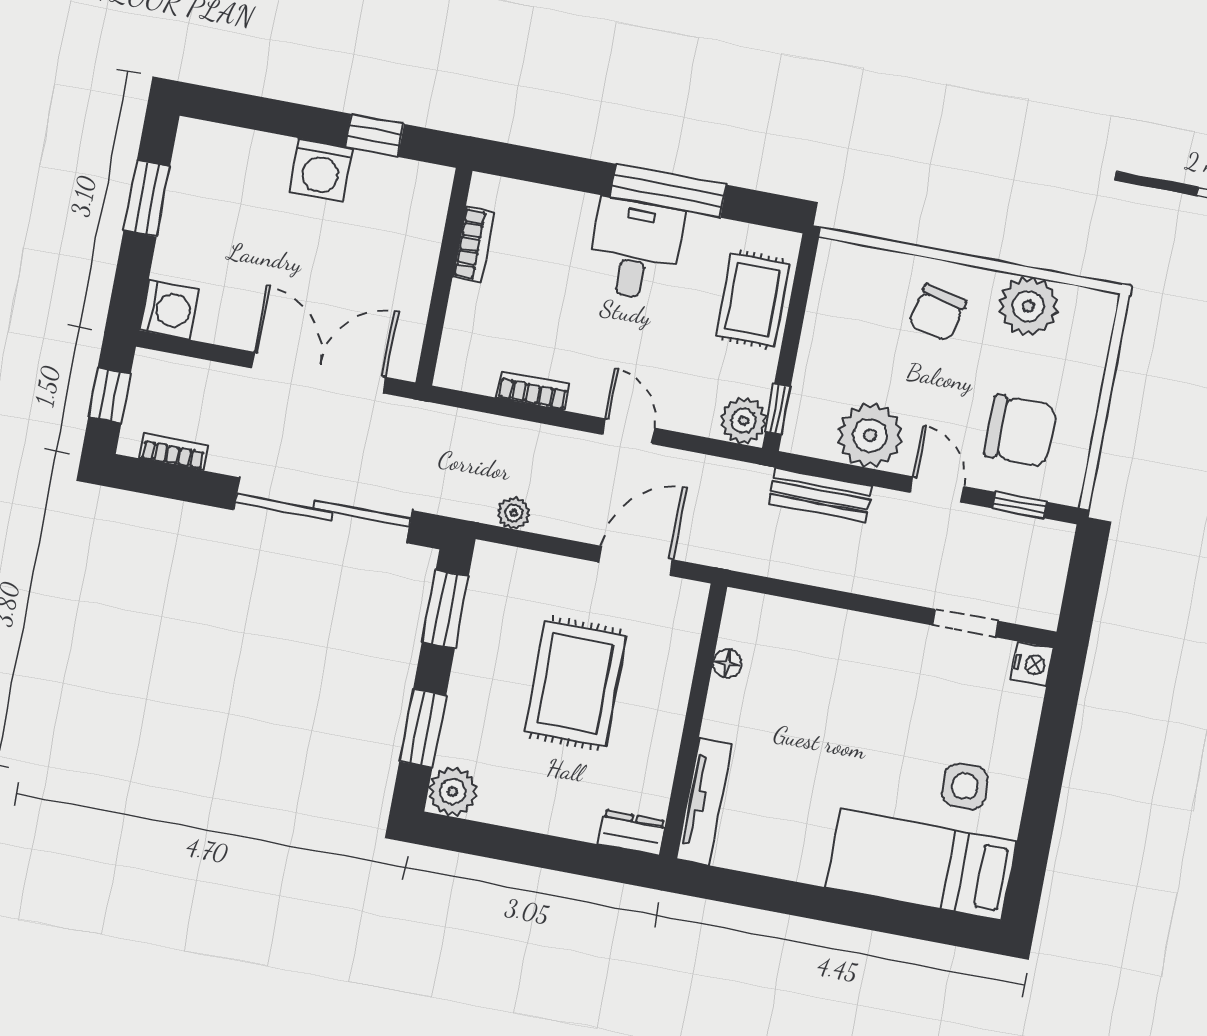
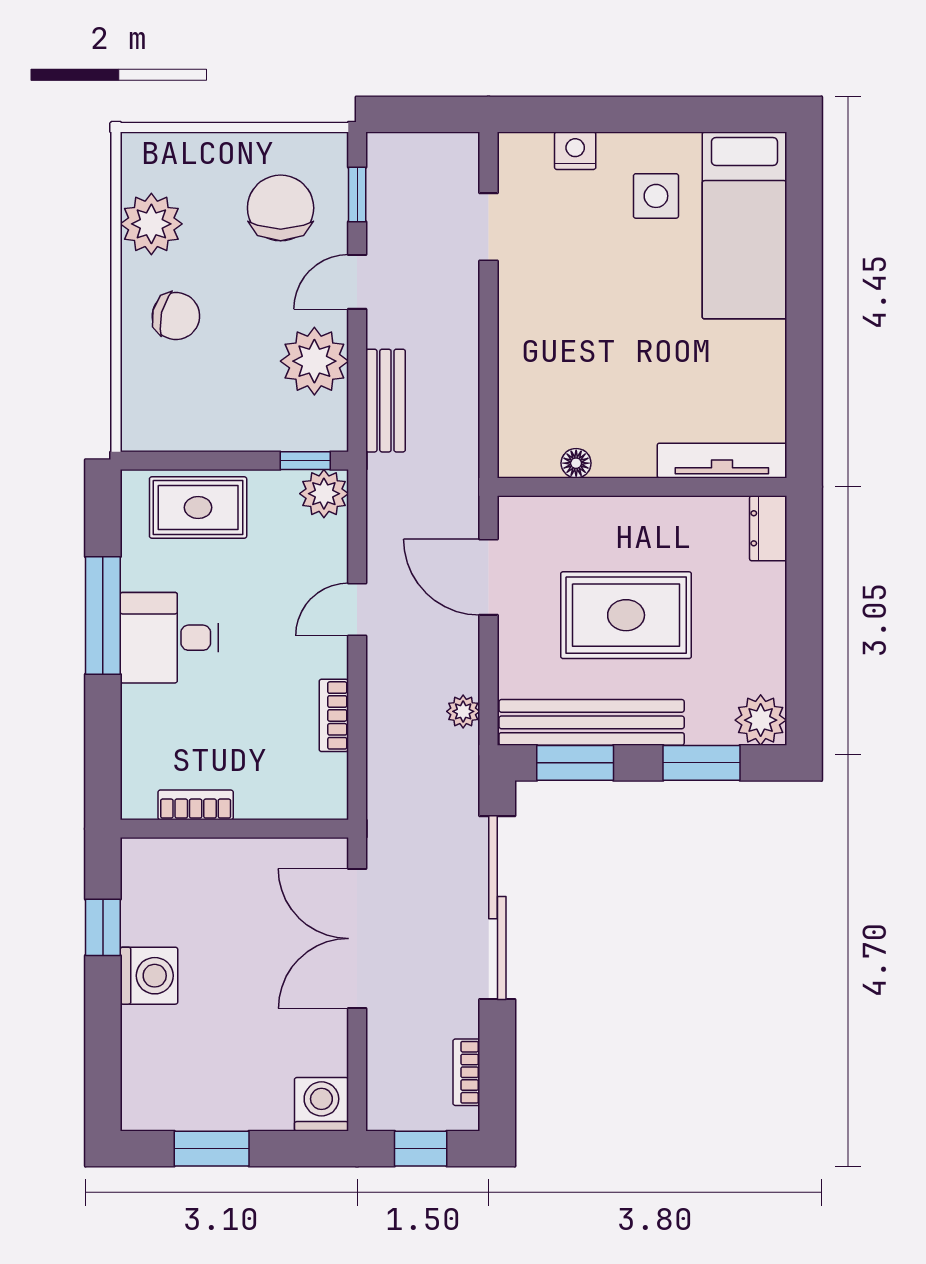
bench: (480, 632) -> (592, 722), added
nightstand: (1032, 664) -> (575, 151), moved

